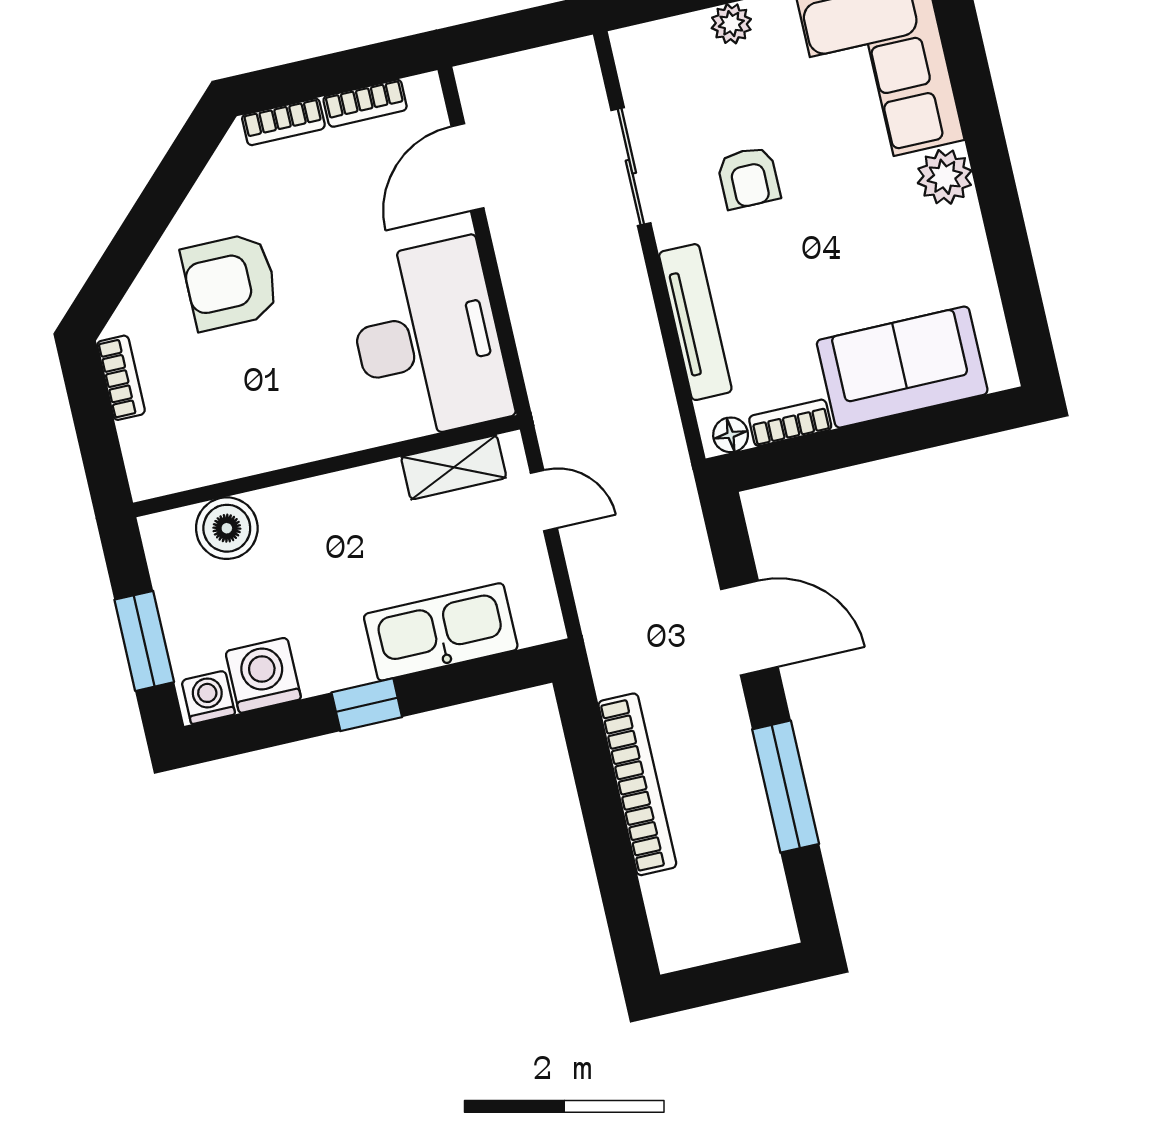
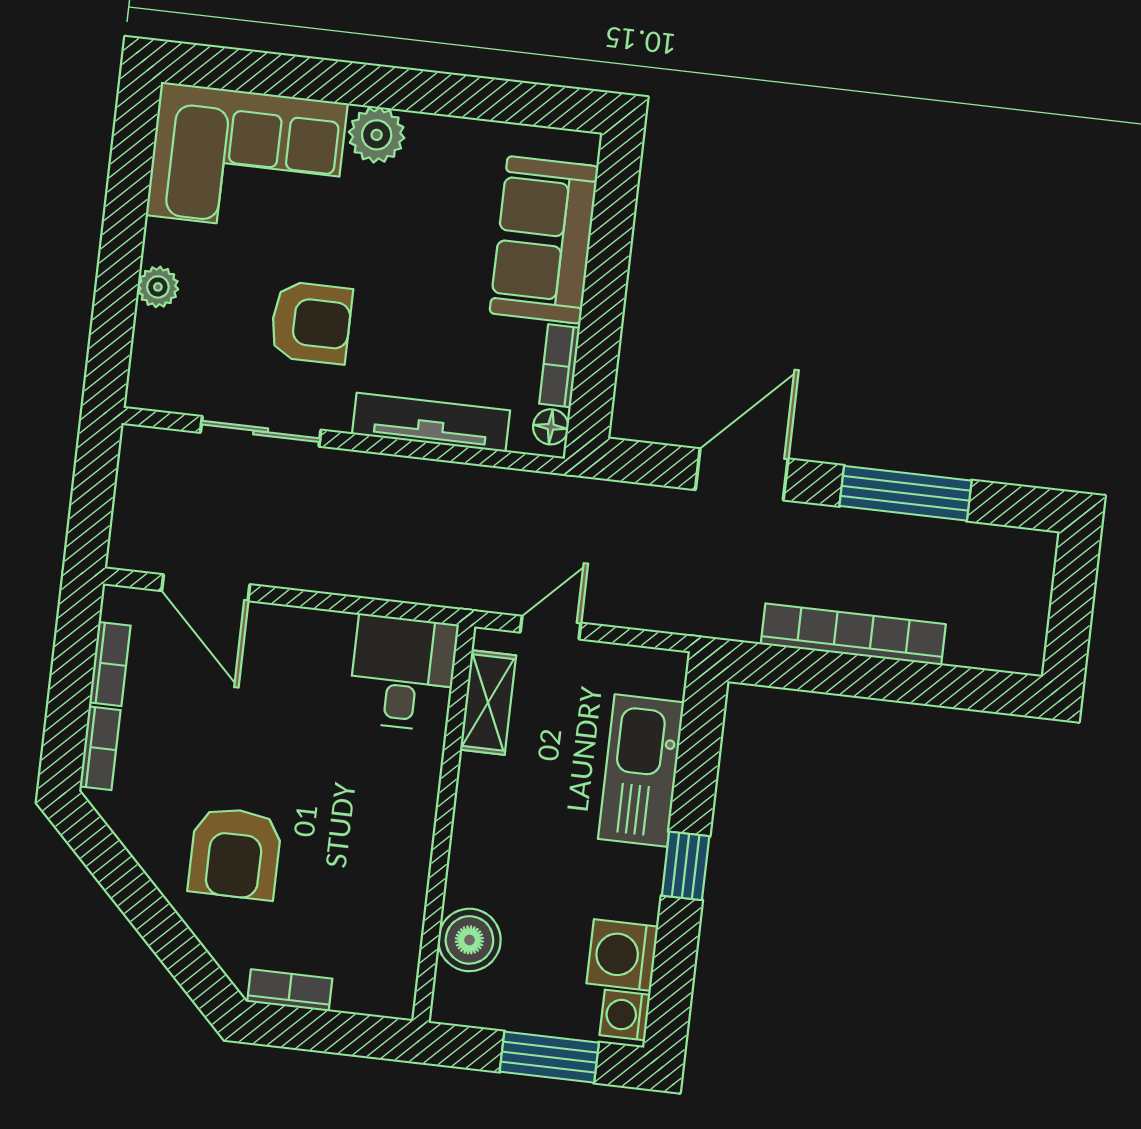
armchair: (749, 178) -> (311, 323), width x1.38, depth x1.38
desk: (428, 340) -> (403, 673), width x0.53, depth x0.77

